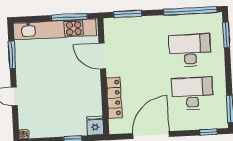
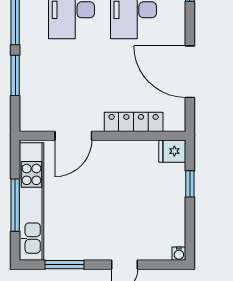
window: (128, 14) -> (15, 75), moved
window: (69, 17) -> (15, 205), moved

